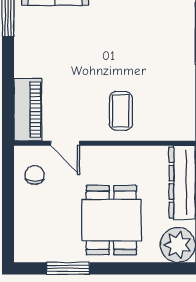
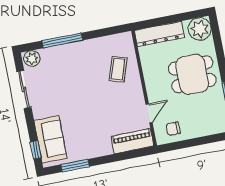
coffee table: (121, 111) -> (118, 69), moved, turned -72

